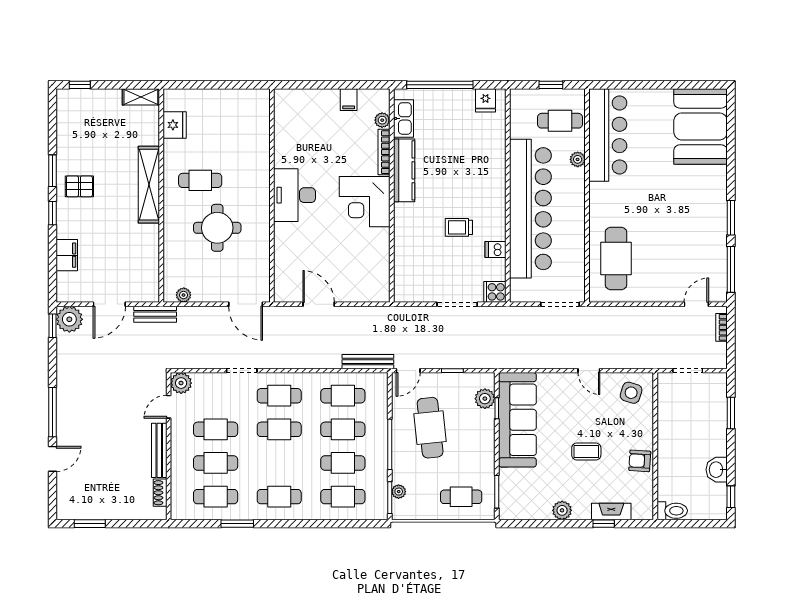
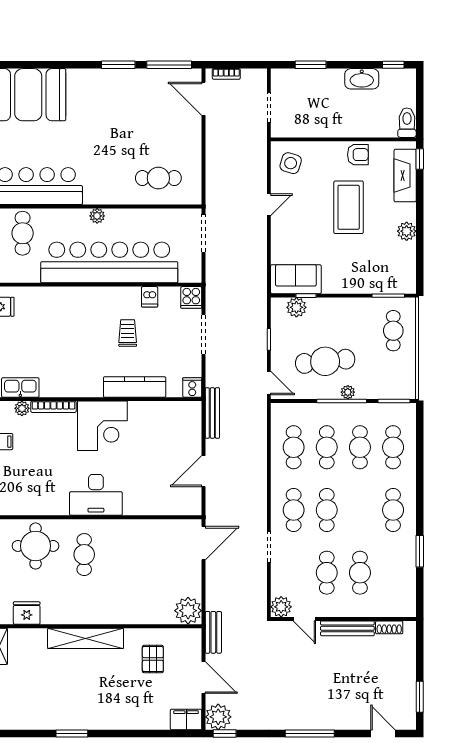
plant: (578, 159) -> (97, 216), moved
kitchen counter: (404, 170) -> (135, 387), moved
cafe table: (200, 180) -> (84, 555), moved
pallet: (79, 186) -> (153, 659), moved
window: (52, 213) -> (114, 733), removed
trolley: (459, 227) -> (128, 333), turned 180
round table: (217, 228) -> (36, 546), moved
filing cabinet: (67, 255) -> (186, 719), moved
cafe table: (616, 259) -> (158, 178), width x0.73, depth x0.74
cooker: (404, 293) -> (192, 387), added
plant: (184, 295) -> (188, 611), width x1.88, depth x1.88
door: (696, 304) -> (203, 99), width x1.38
bench: (368, 362) -> (212, 413), moved
sofa: (517, 420) -> (296, 279), width x0.54, depth x0.79
coffee table: (586, 451) -> (349, 207), width x1.86, depth x1.72
door: (52, 459) -> (383, 733), moved
armchair: (640, 461) -> (358, 155), turned -94
washbasin: (717, 470) -> (362, 79), width x1.38
plant: (399, 492) -> (348, 392), moved
cafe table: (216, 497) -> (393, 573), removed
fireplace: (611, 512) -> (405, 176), width x1.37, depth x1.32
window: (604, 524) -> (420, 159), moved

